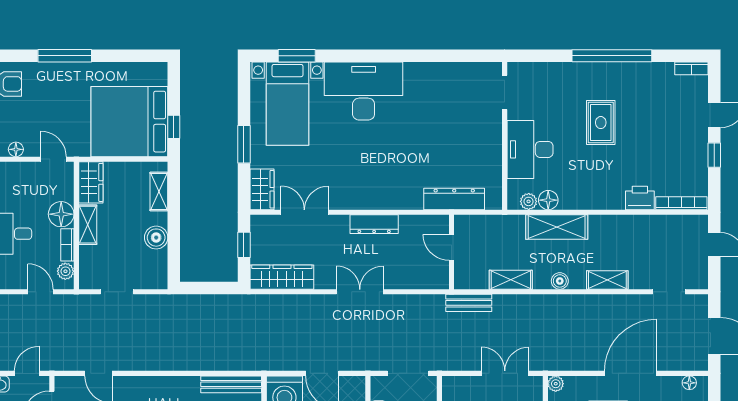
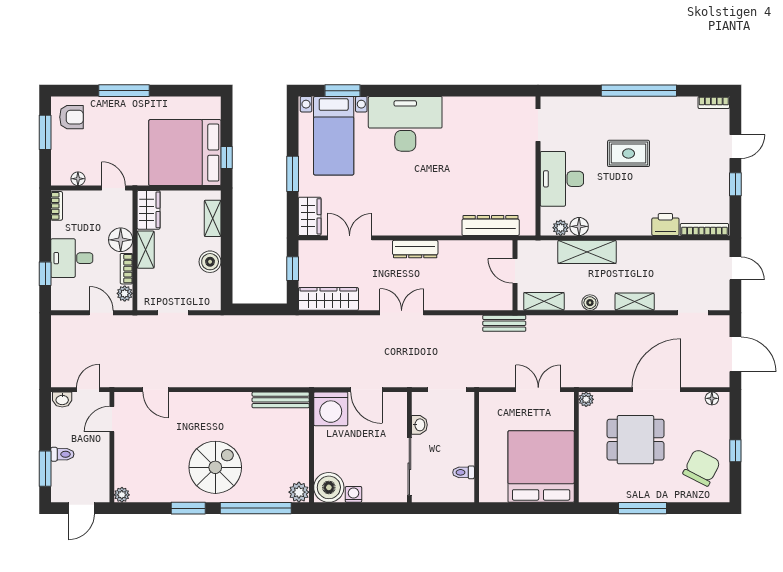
rug: (601, 123) -> (629, 153), turned 90
door: (452, 247) -> (515, 271), moved
wall: (452, 252) -> (515, 275), moved

